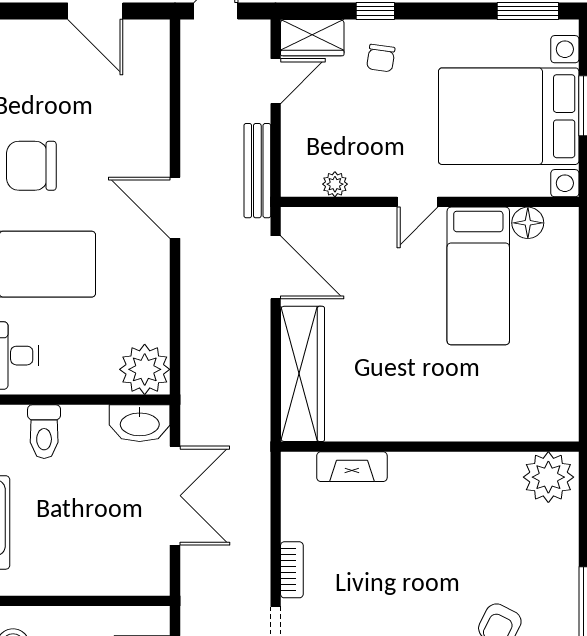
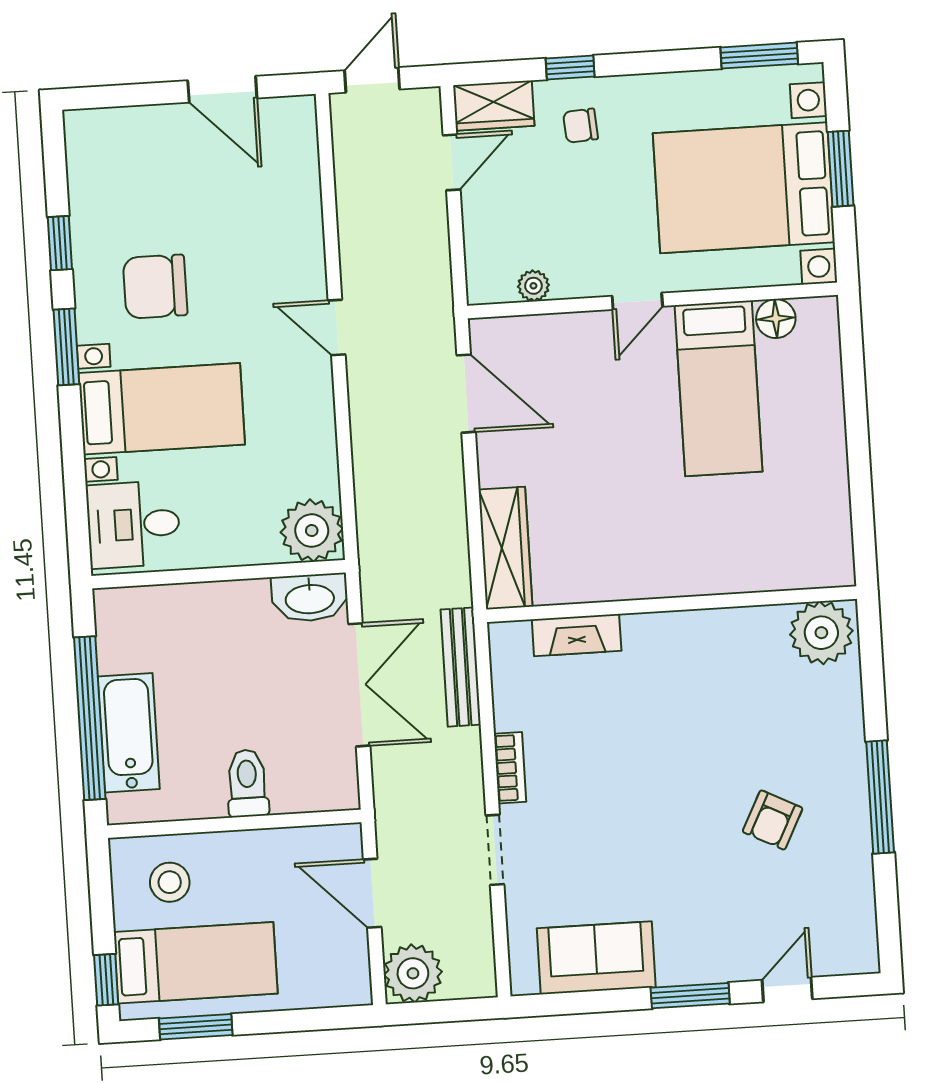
chair: (381, 58) -> (580, 126), turned 78
bench: (257, 171) -> (461, 667), moved
door: (175, 208) -> (337, 327), width x0.73
wardrobe: (303, 374) -> (505, 548), width x0.71, depth x0.85
toilet: (44, 432) -> (247, 783), moved, turned 180

